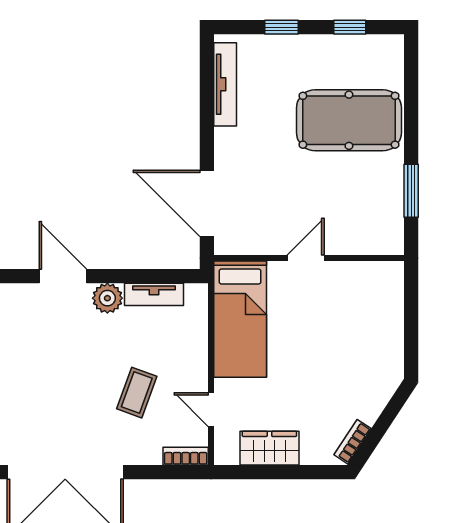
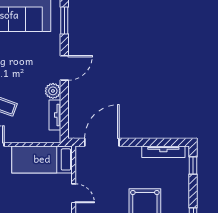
window: (282, 27) -> (193, 165), moved

